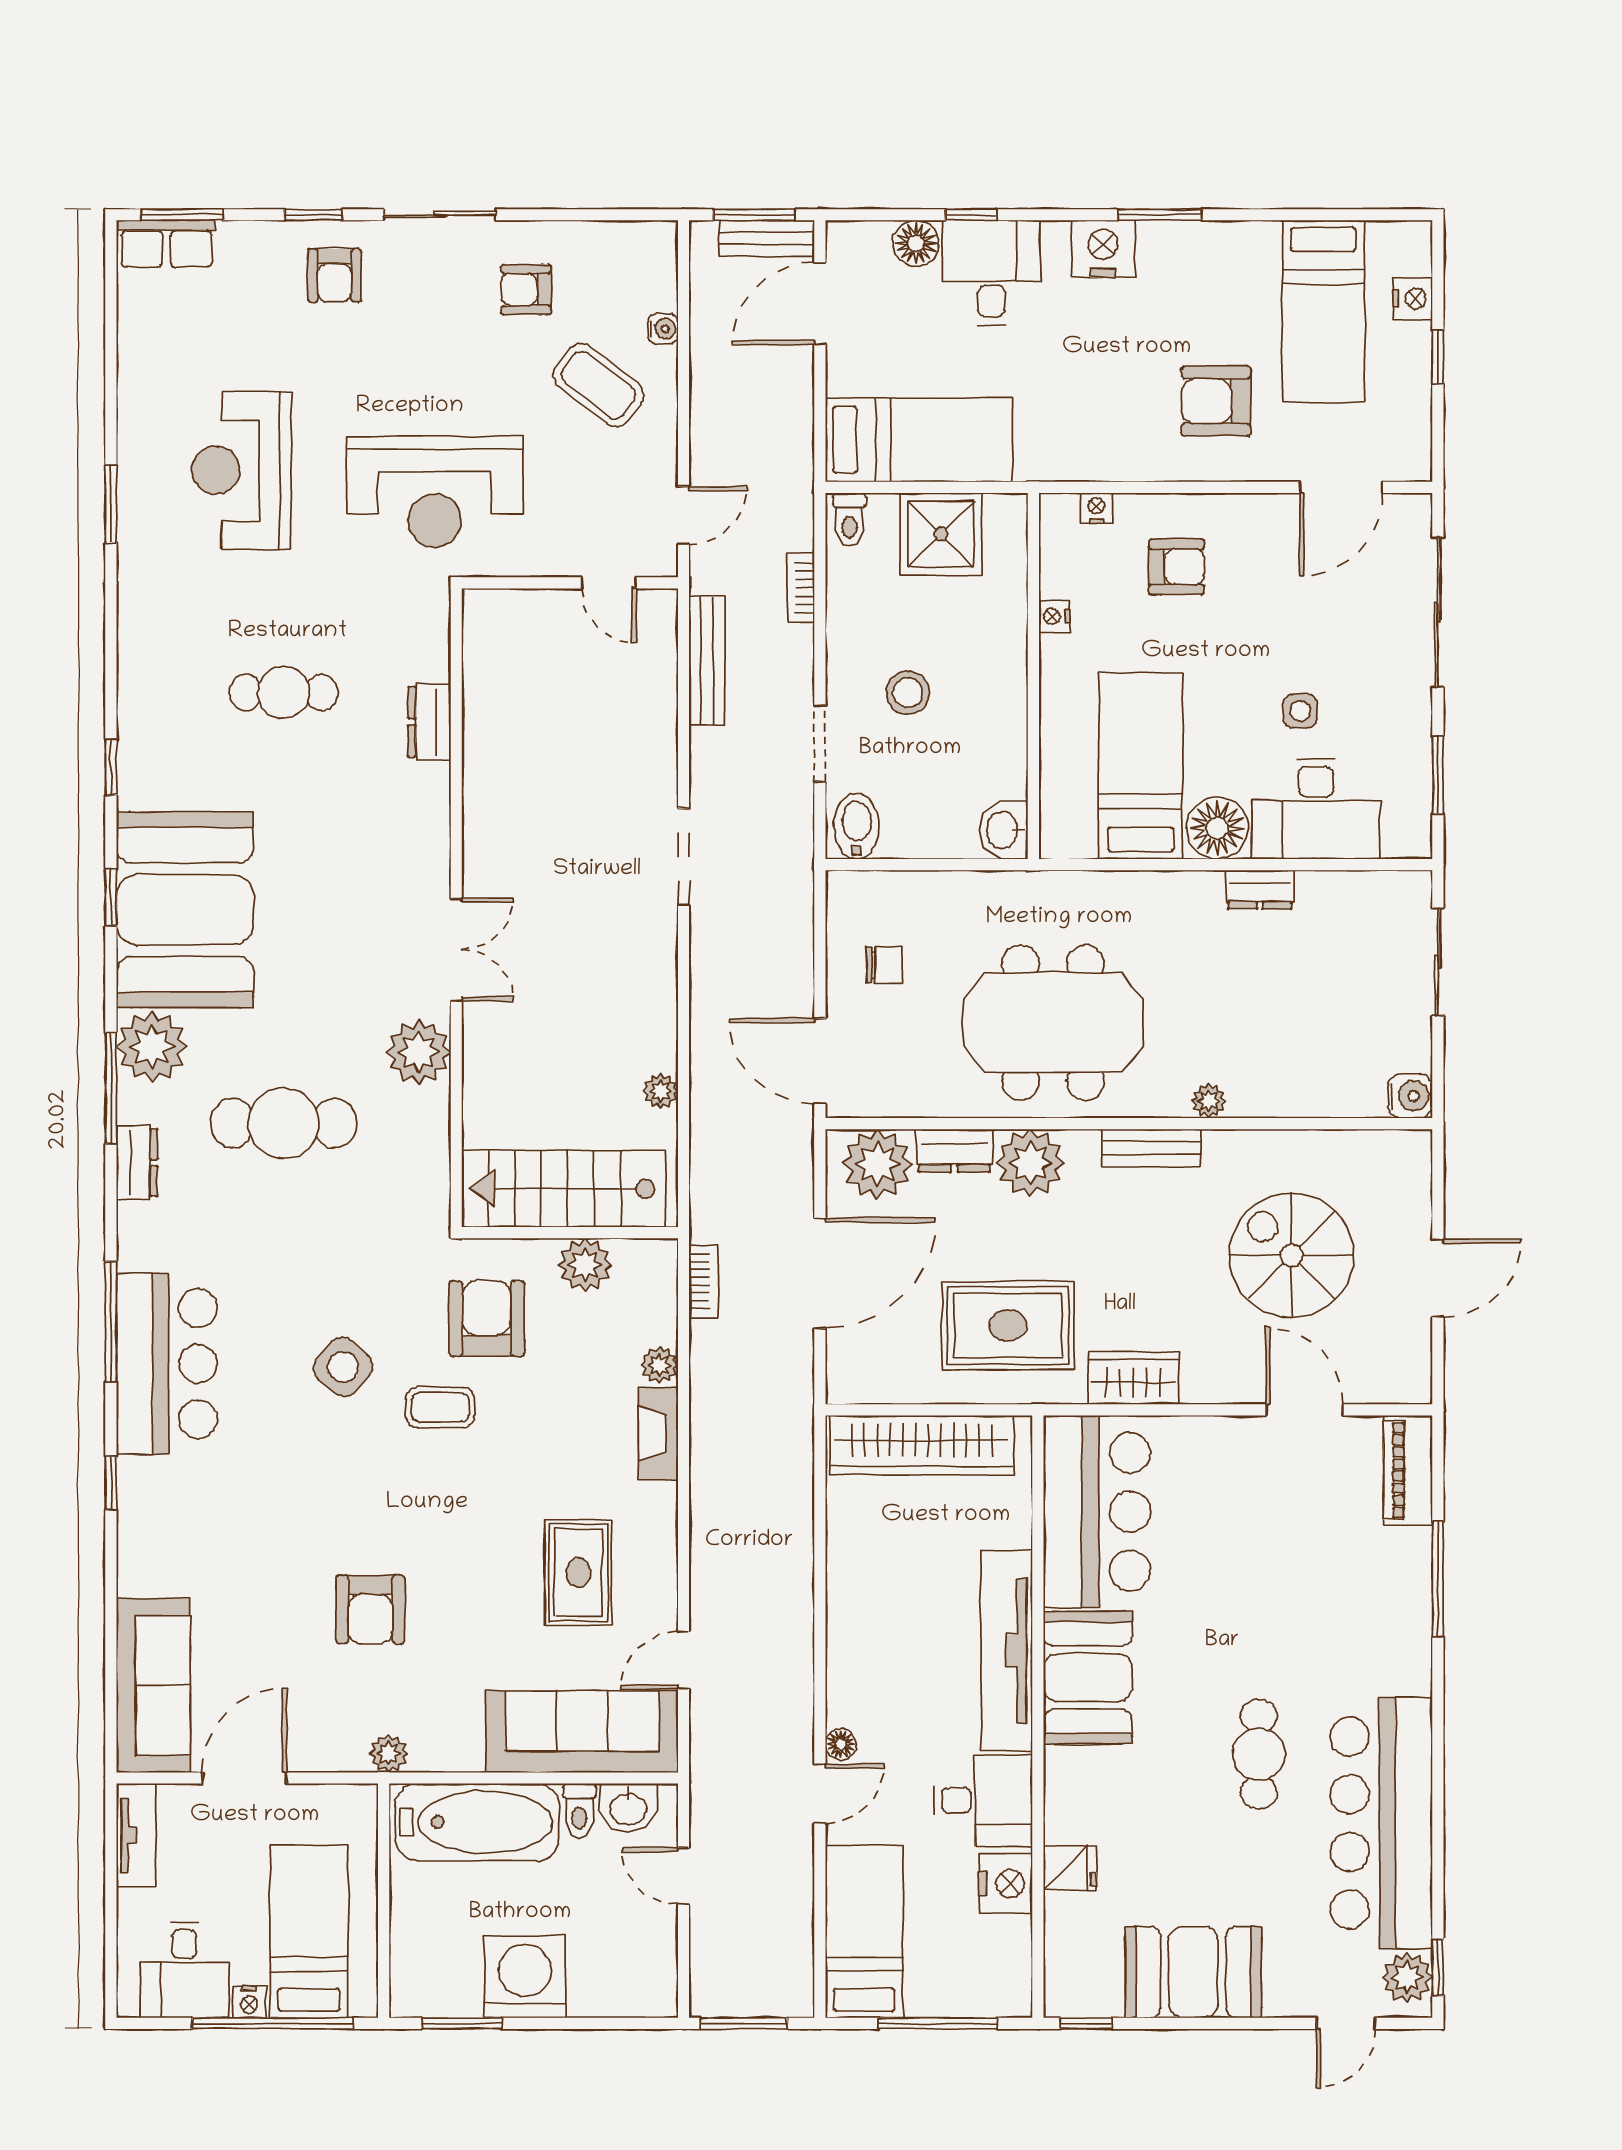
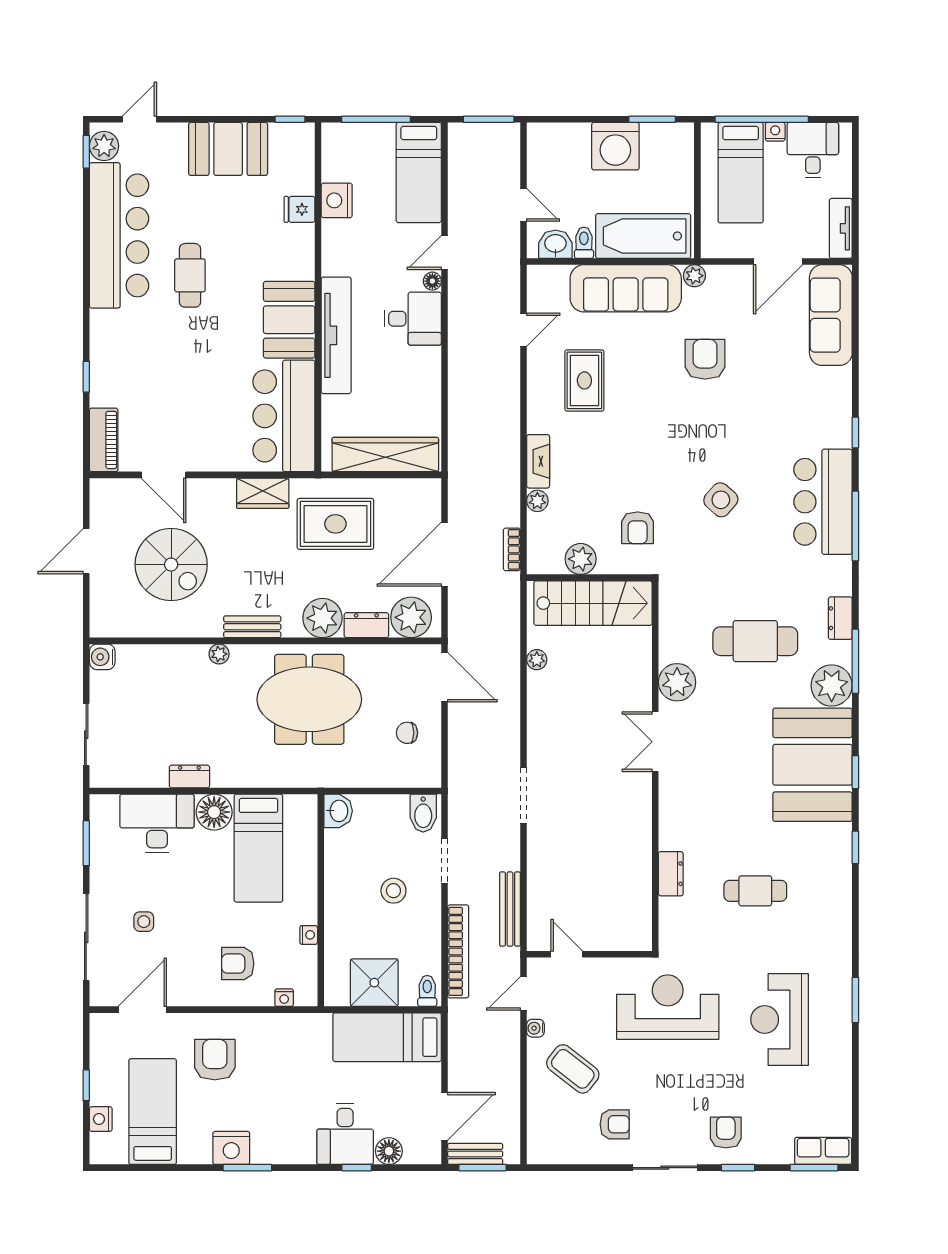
nightstand: (1103, 249) -> (231, 1148), moved
water cooler: (663, 329) -> (535, 1028), moved
armchair: (1216, 401) -> (215, 1060), turned -90
reception desk: (242, 470) -> (780, 1020), turned 180
bookcase: (800, 588) -> (458, 951), width x2.31, depth x1.31
side table: (1300, 711) -> (144, 922), moved
armchair: (487, 1319) -> (638, 528), width x0.72, depth x0.72
coffee table: (440, 1407) -> (665, 476), removed
window: (1438, 1579) -> (86, 377), width x0.46
sofa: (582, 1732) -> (626, 288), moved
desk: (983, 1801) -> (413, 319), moved, turned 180

